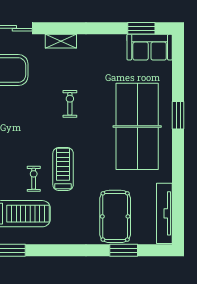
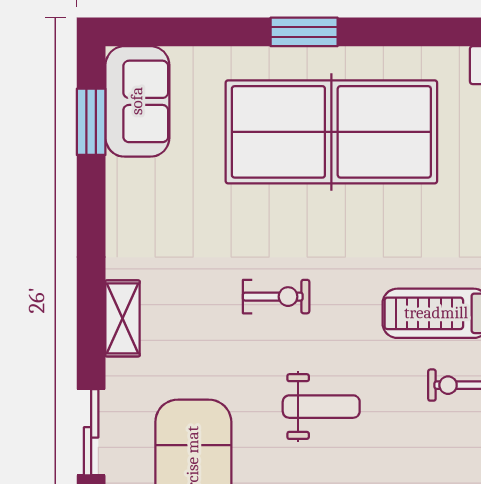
exercise bike: (70, 104) -> (276, 297), turned 180
weight bench: (25, 122) -> (321, 407), added

